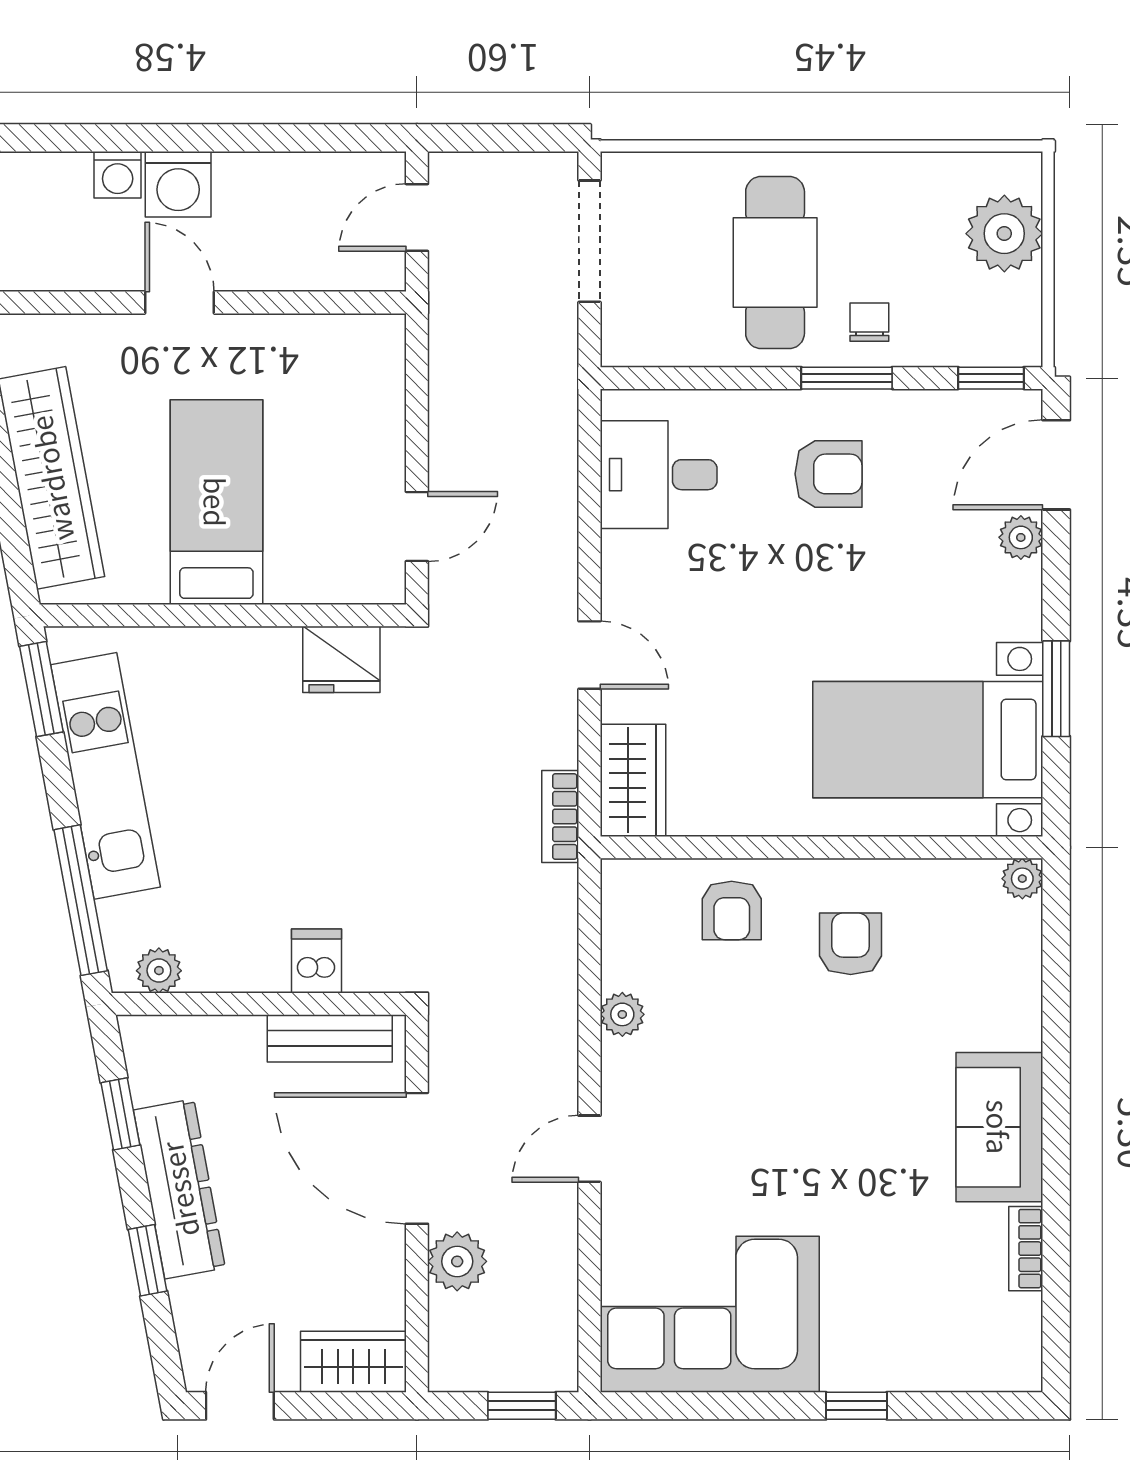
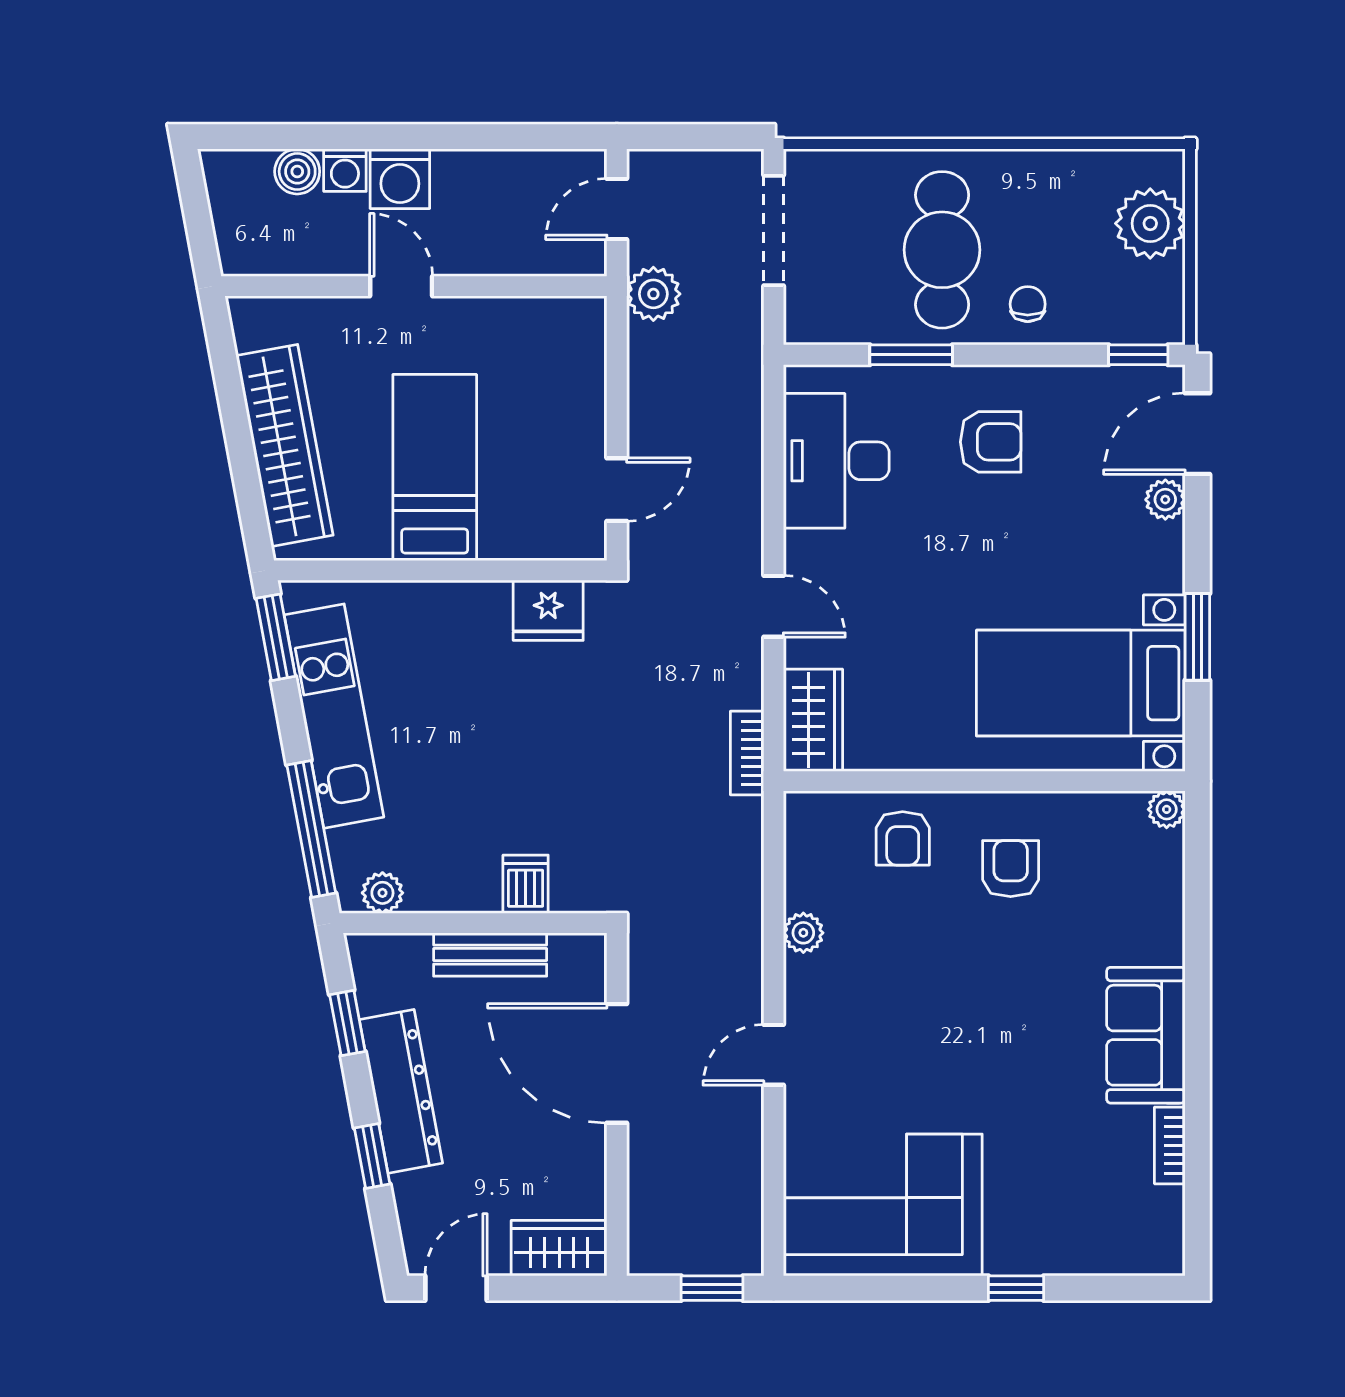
boiler: (65, 176) -> (297, 171), added
window: (847, 378) -> (911, 355), moved
desk: (659, 475) -> (836, 461), width x1.37
bench: (330, 1038) -> (490, 955), moved
plant: (457, 1261) -> (653, 294), moved

